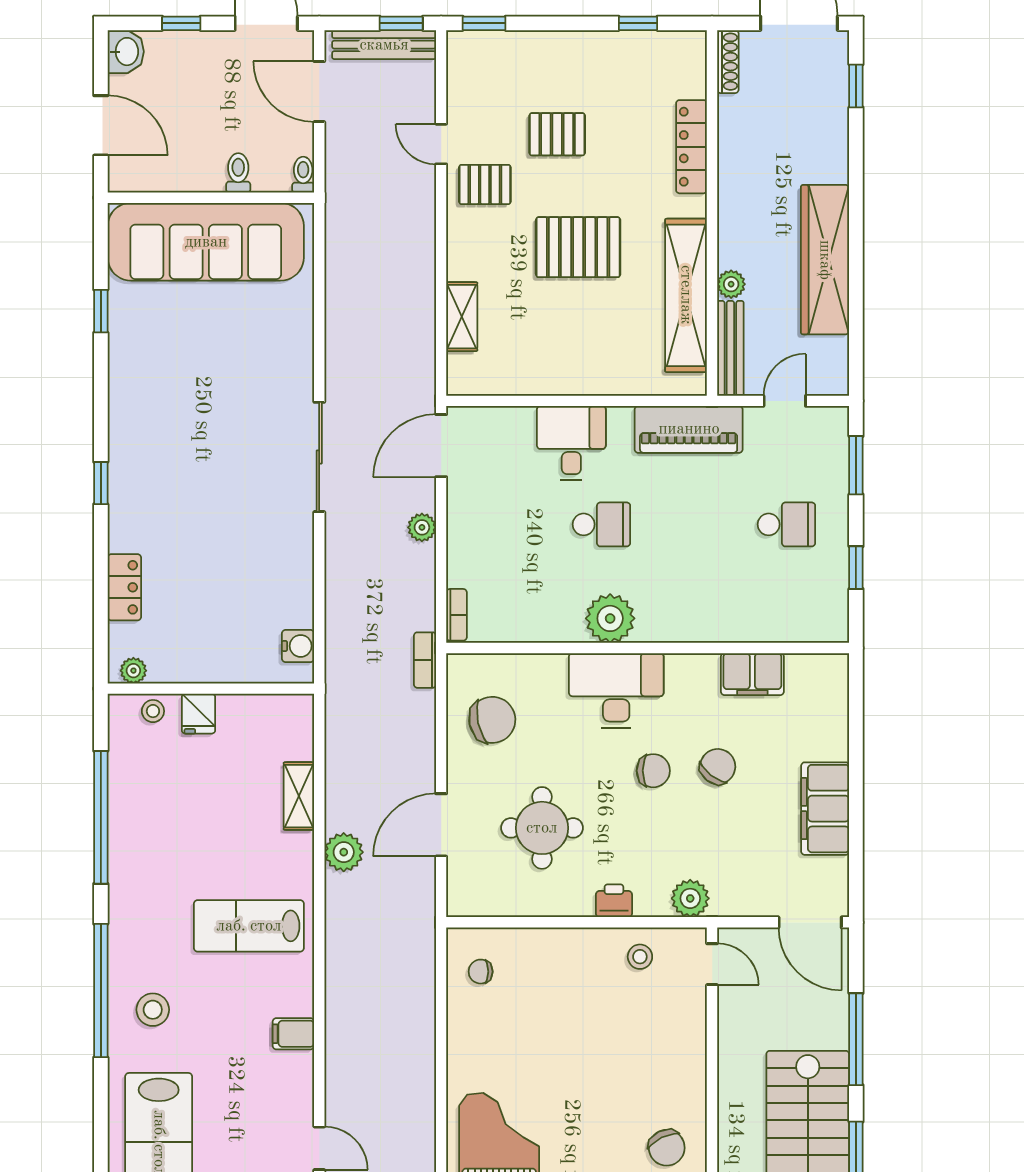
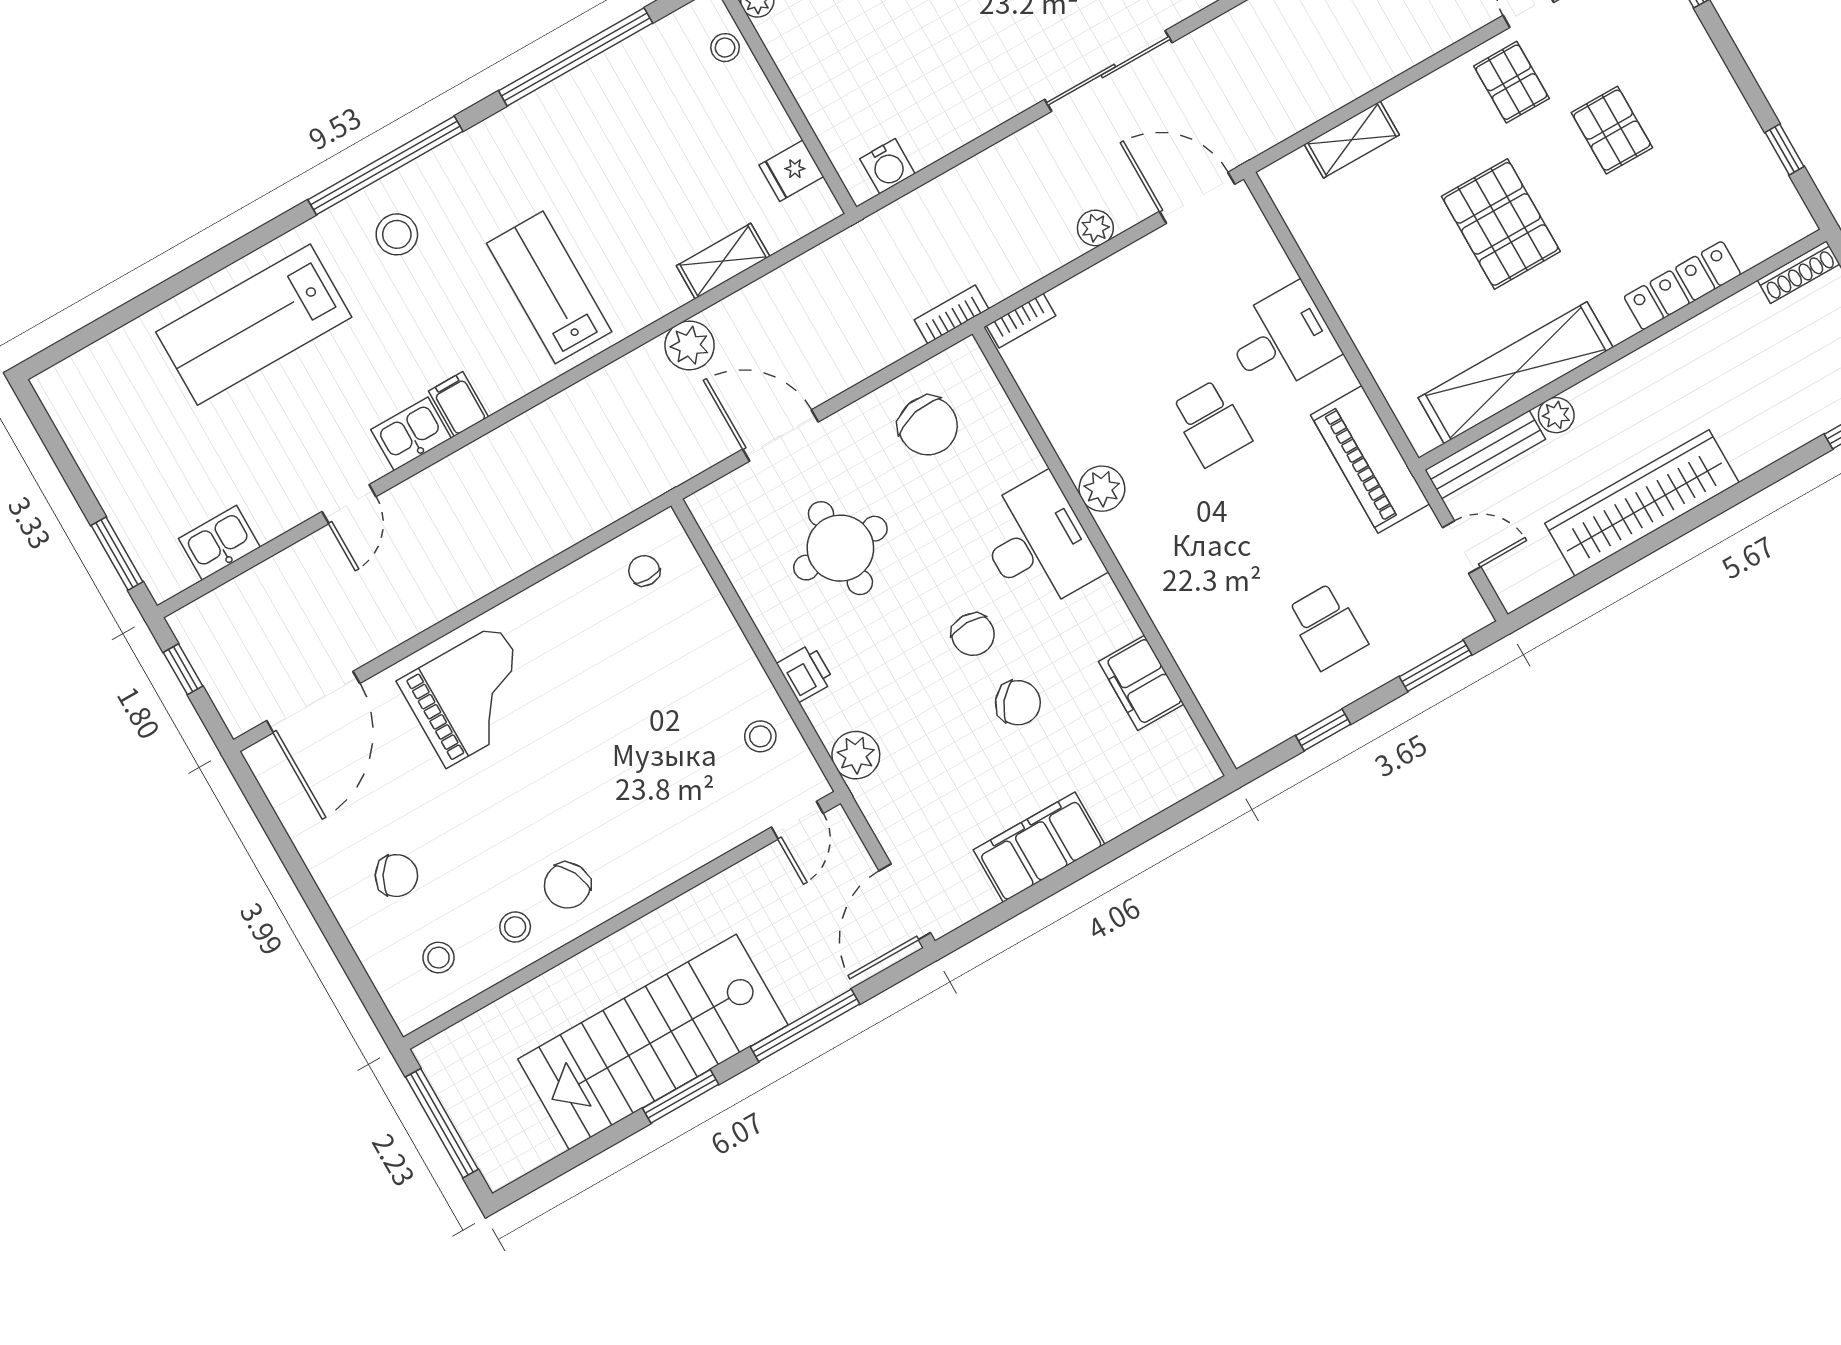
plant: (610, 618) -> (1102, 489), width x0.73, depth x0.73
fridge: (199, 714) -> (791, 171), moved
kitchen sink: (295, 1078) -> (411, 434), added

